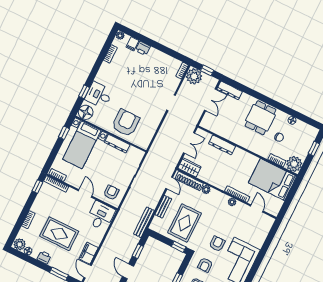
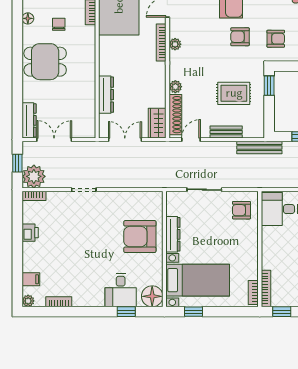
printer: (143, 48) -> (30, 233), moved
door: (85, 193) -> (260, 244), removed
rug: (185, 223) -> (234, 93), width x0.73, depth x0.70

